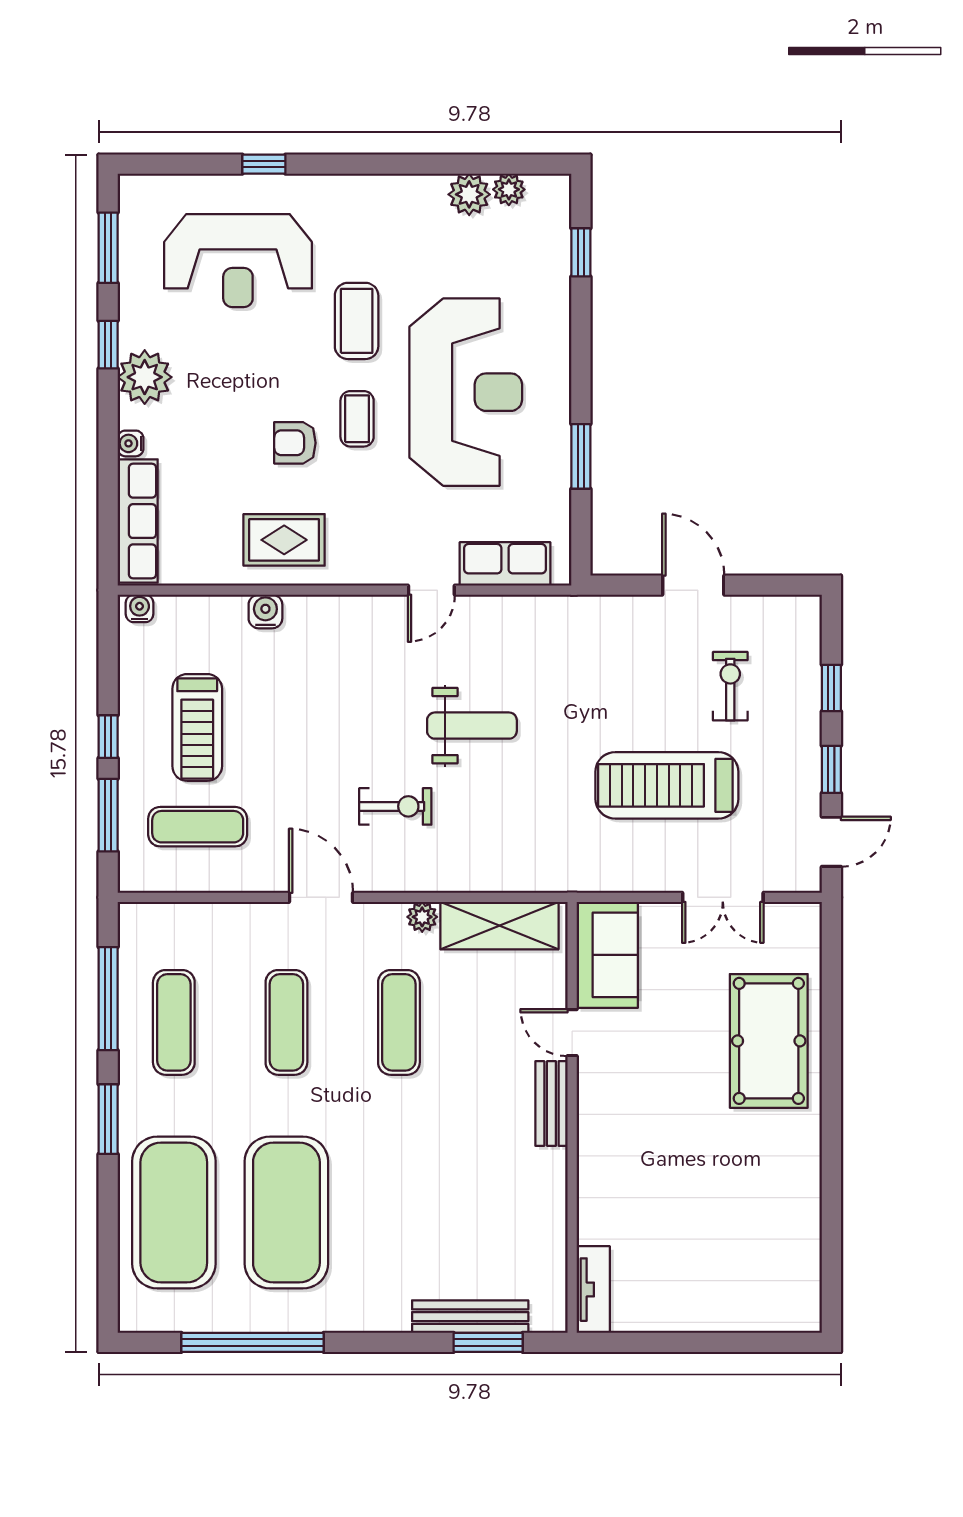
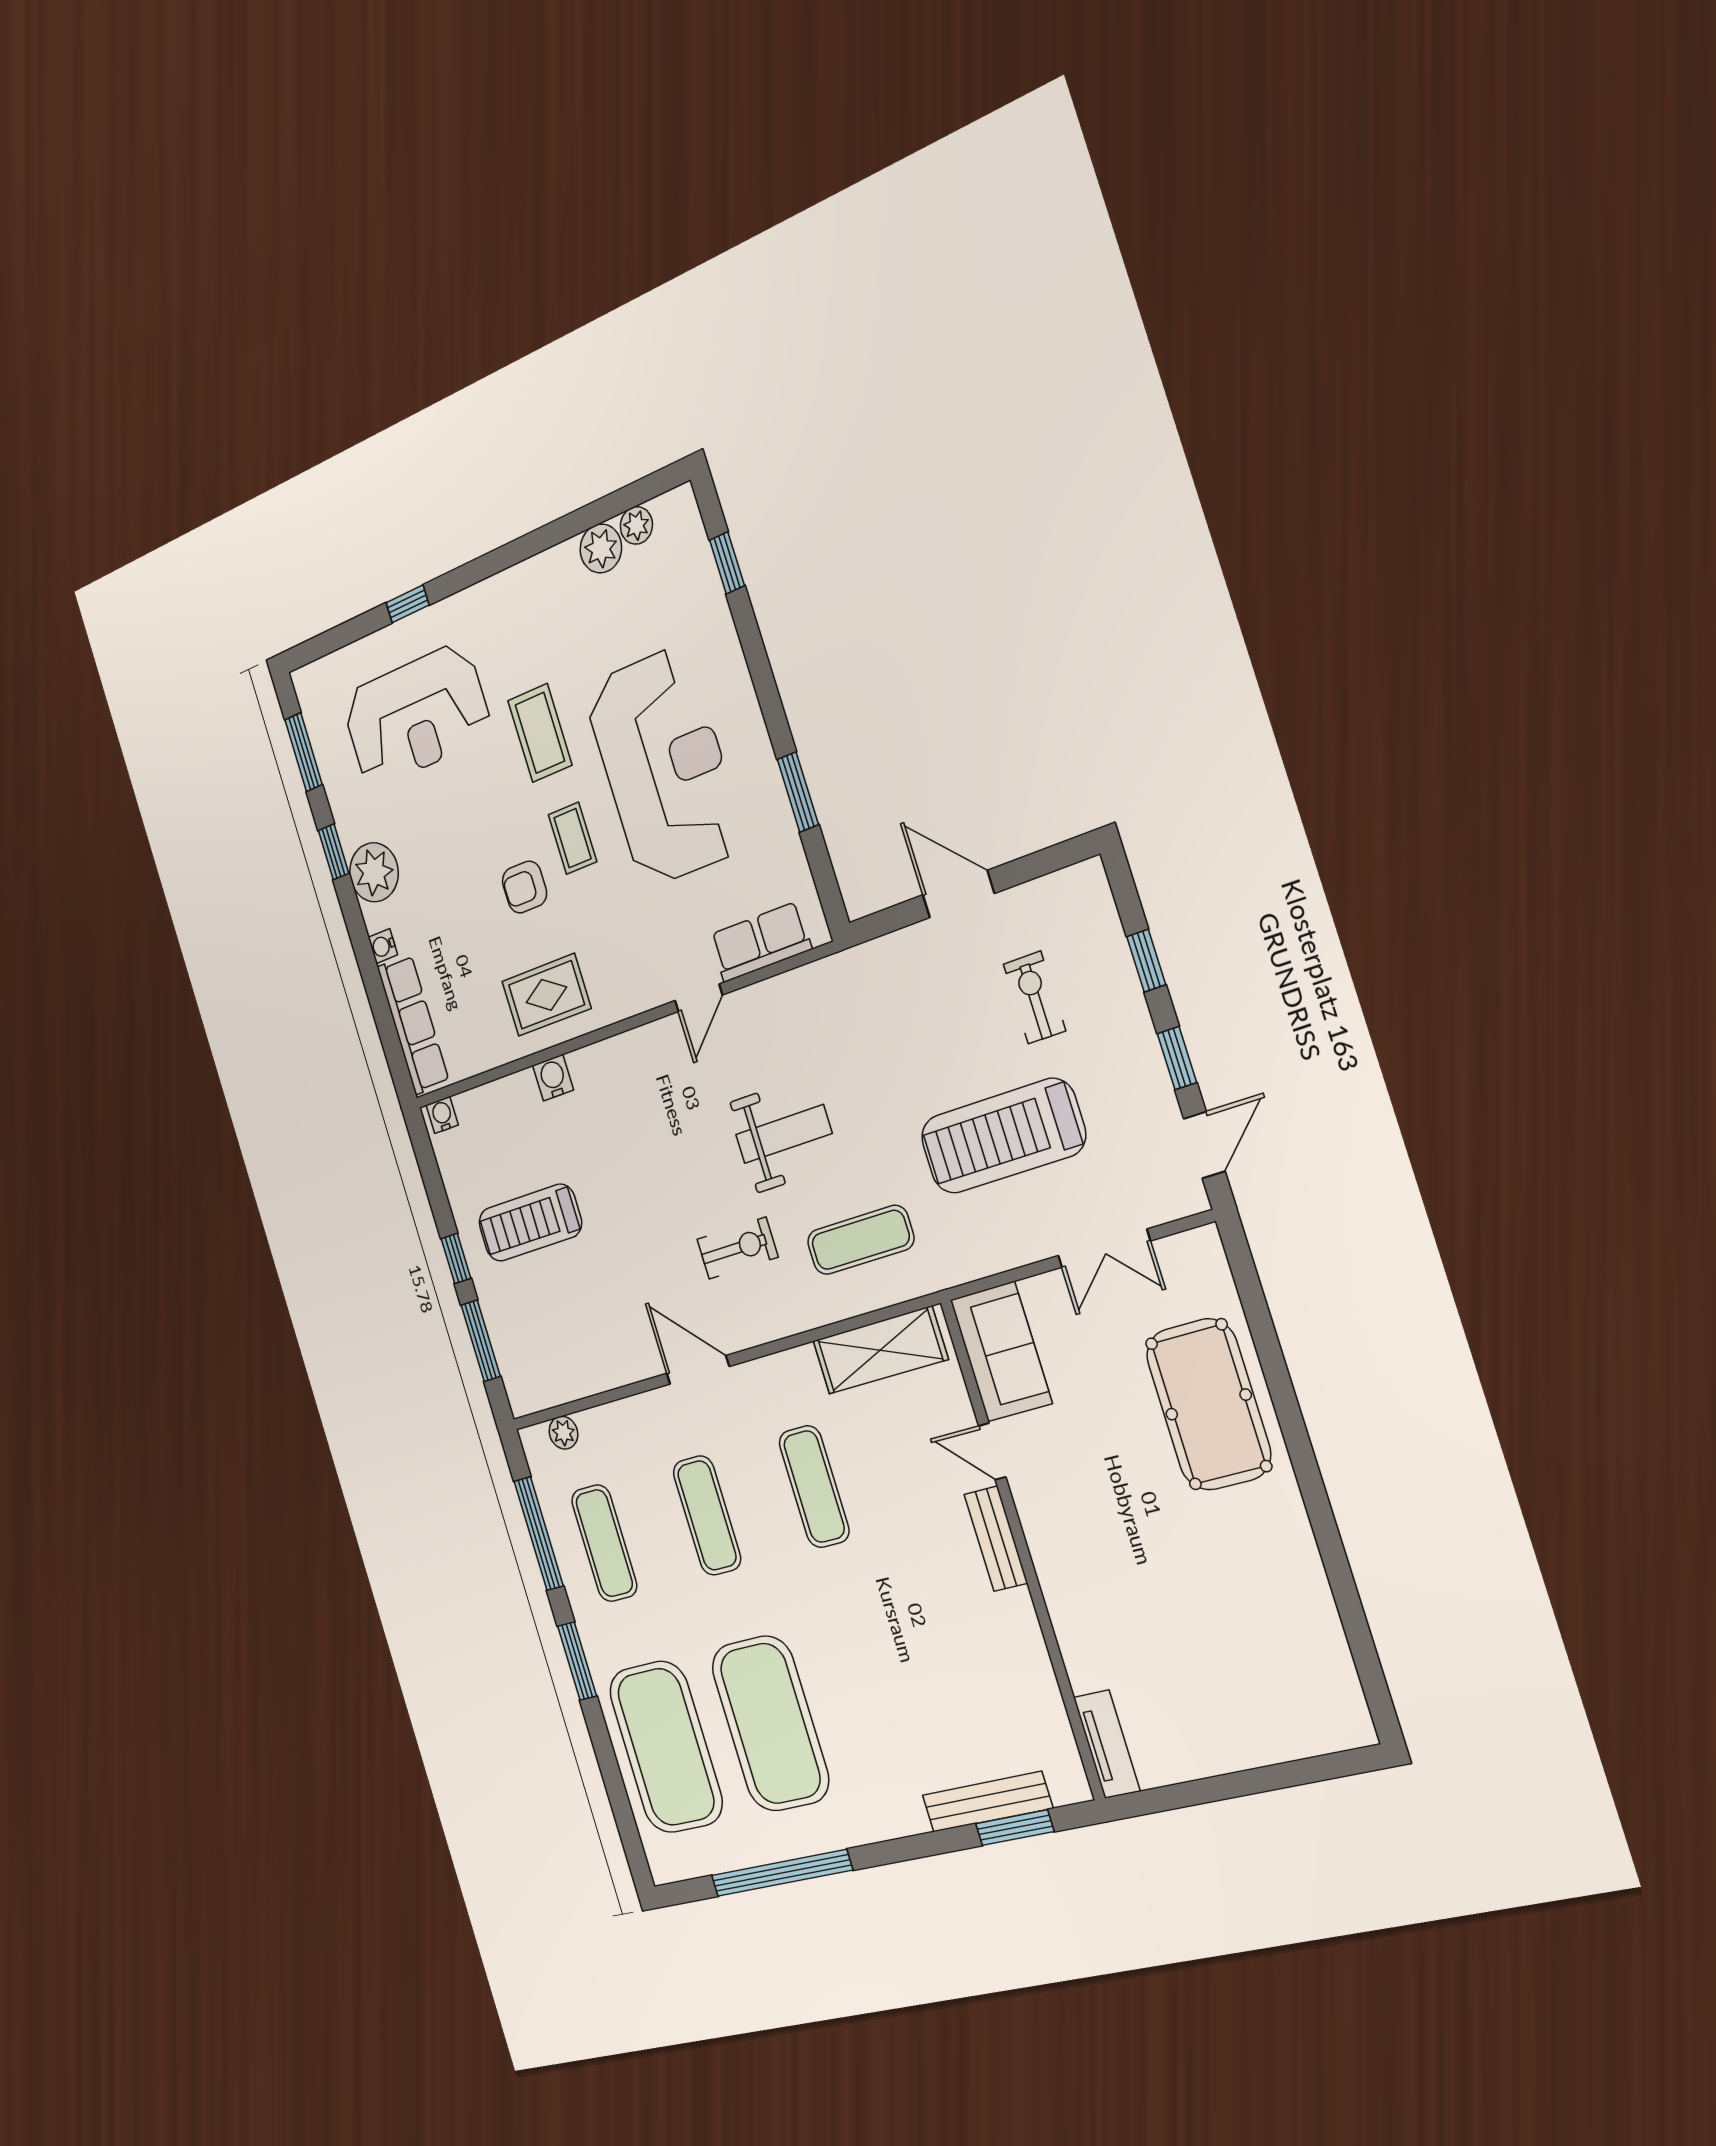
treadmill: (197, 727) -> (530, 1223), turned 90
exercise mat: (198, 827) -> (861, 1240), moved
plant: (422, 917) -> (563, 1433), moved

